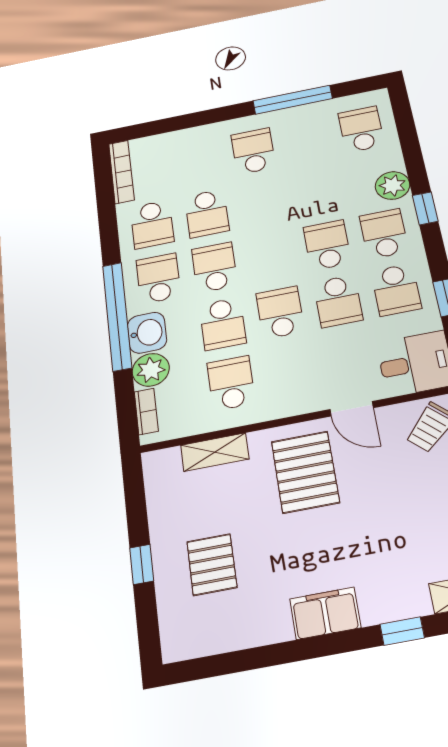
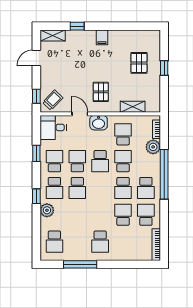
washbasin: (147, 333) -> (99, 123), moved, turned -90
school desk: (231, 383) -> (123, 134), turned 180
pallet: (305, 472) -> (101, 92), width x0.67, depth x0.71
filing cabinet: (325, 613) -> (102, 37), width x0.50

